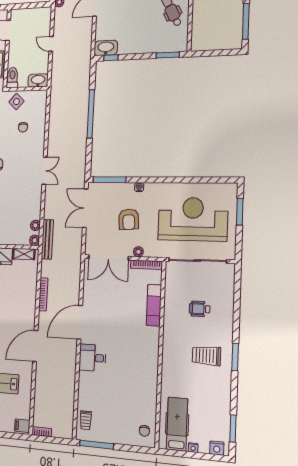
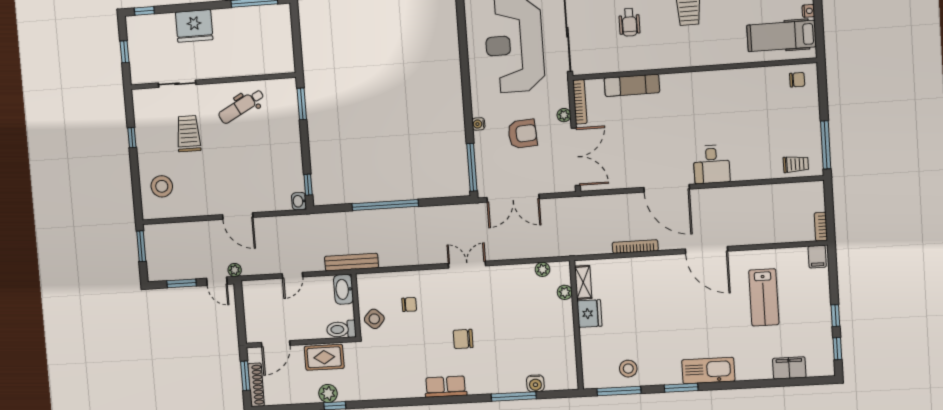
washbasin: (106, 48) -> (299, 201), width x0.52, depth x0.69
bench: (47, 239) -> (351, 262), moved
plant: (35, 240) -> (565, 292), moved

